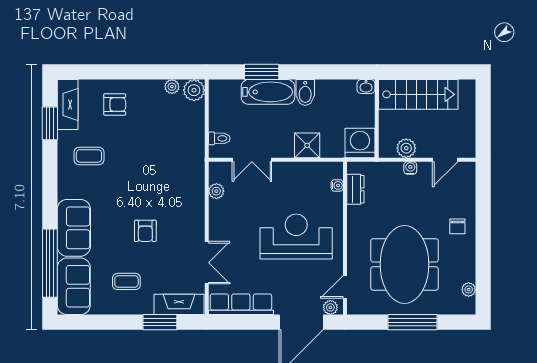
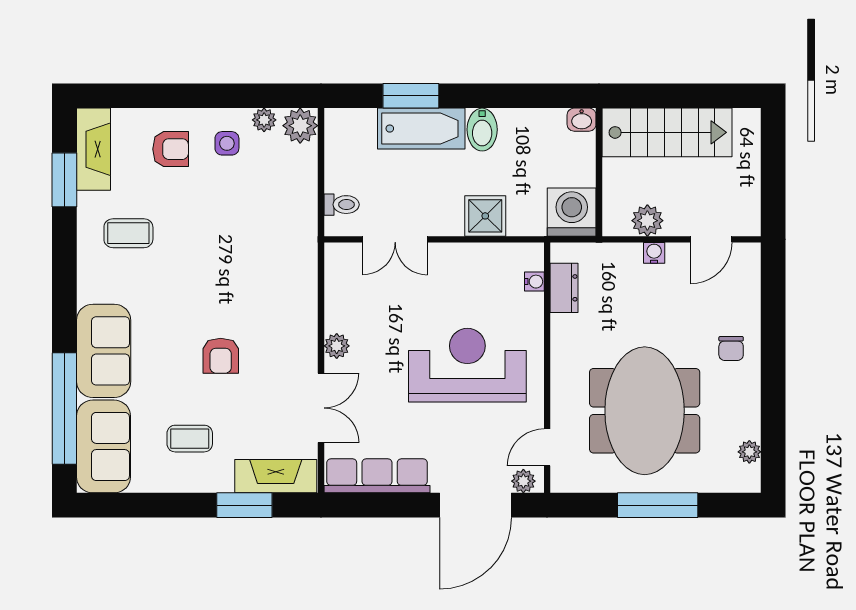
side table: (149, 101) -> (227, 143), added
plant: (216, 191) -> (337, 346), moved

